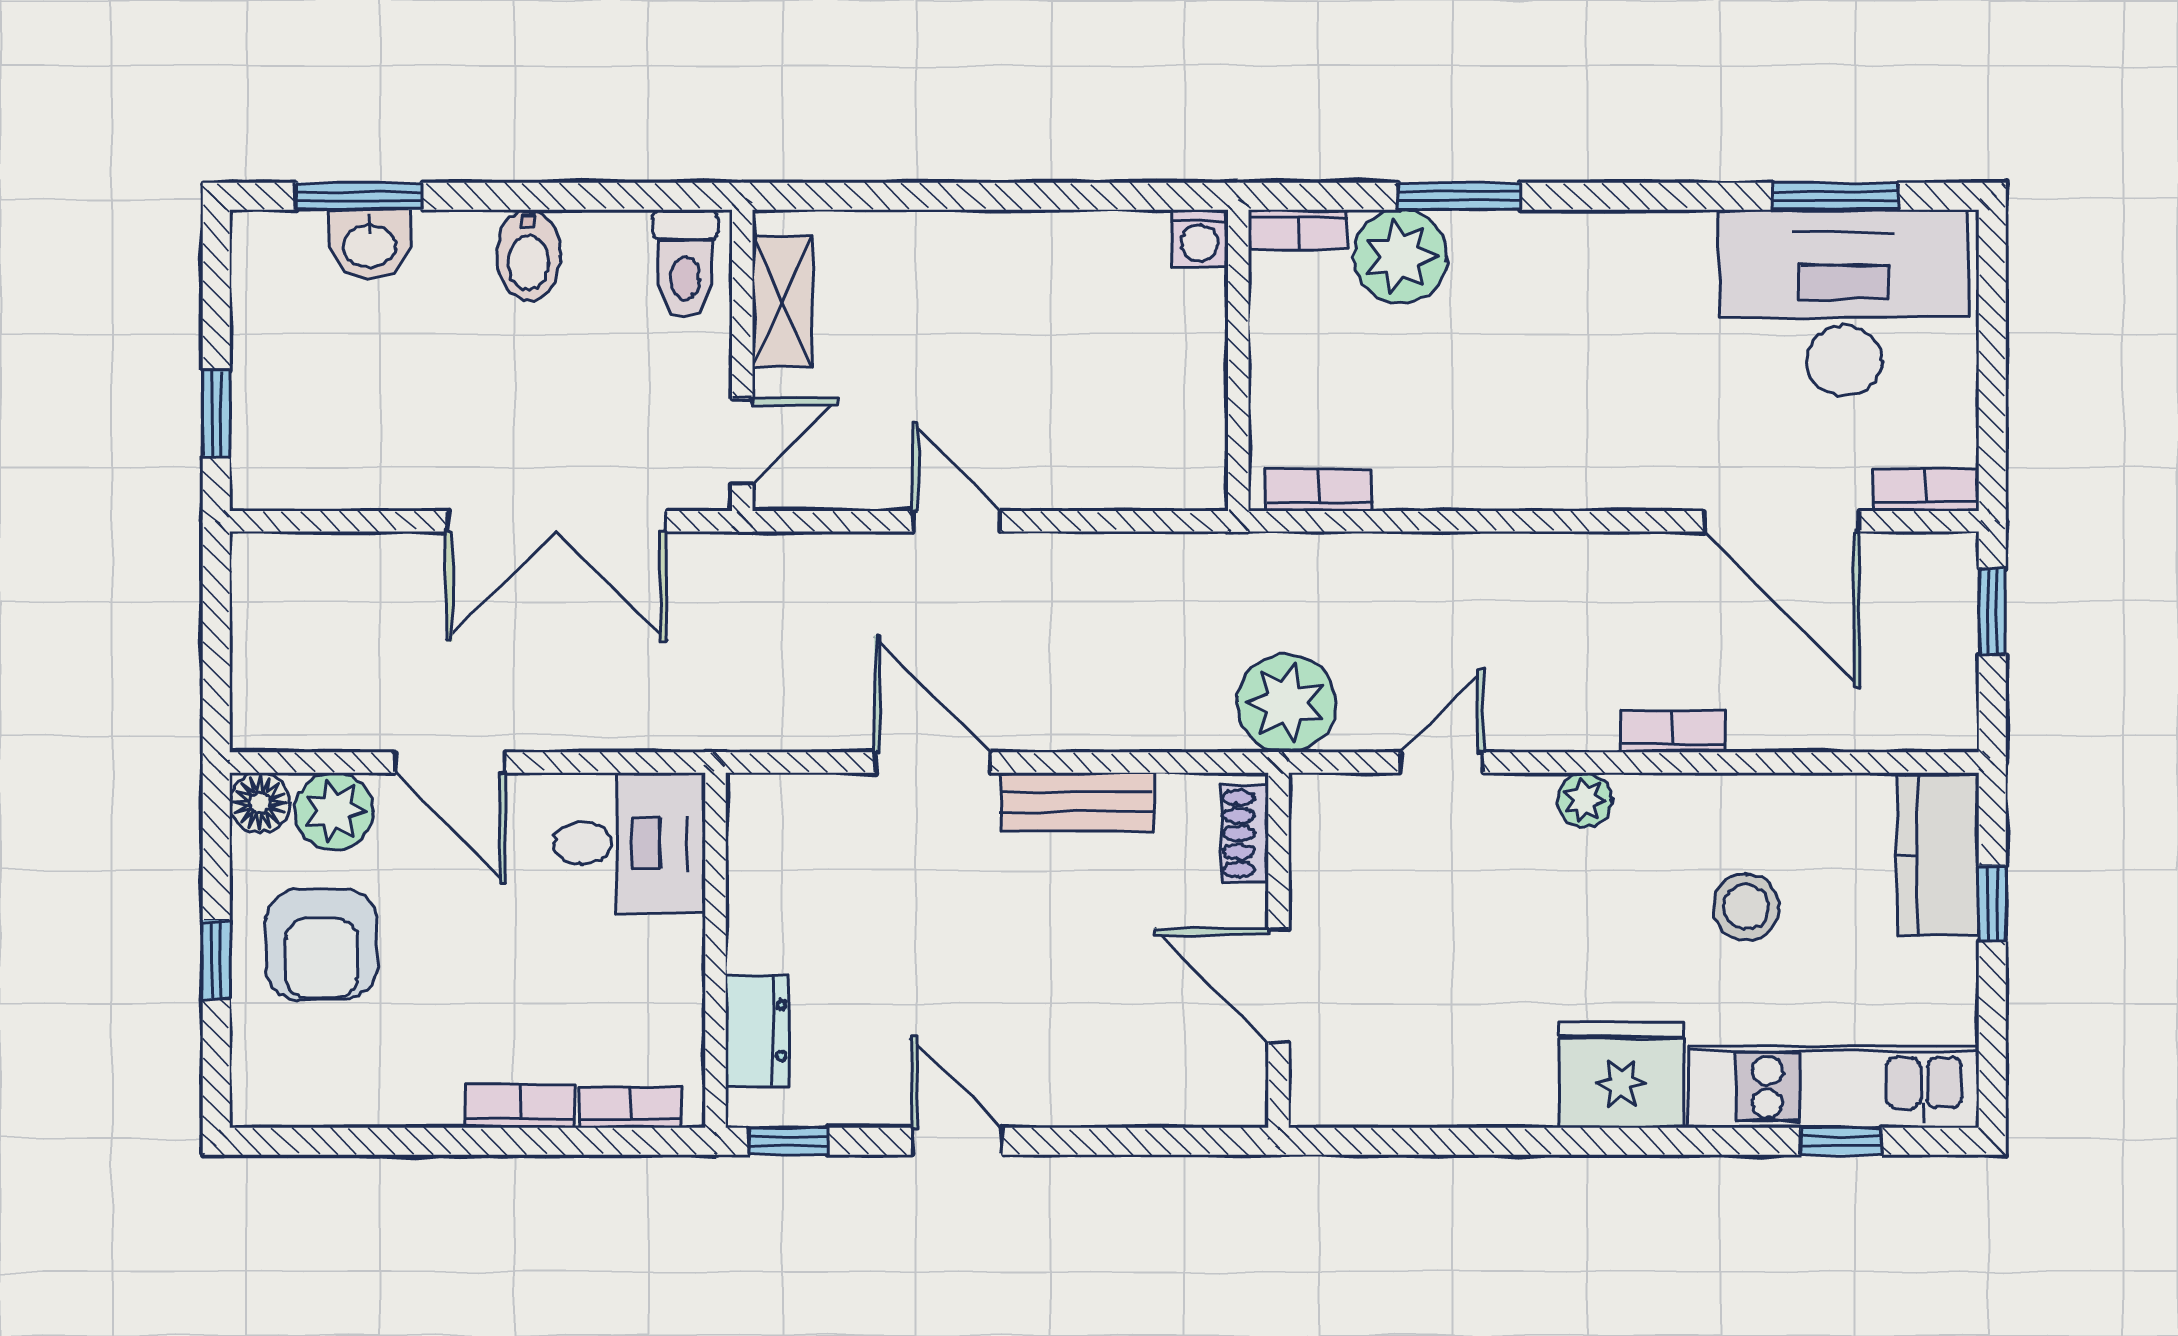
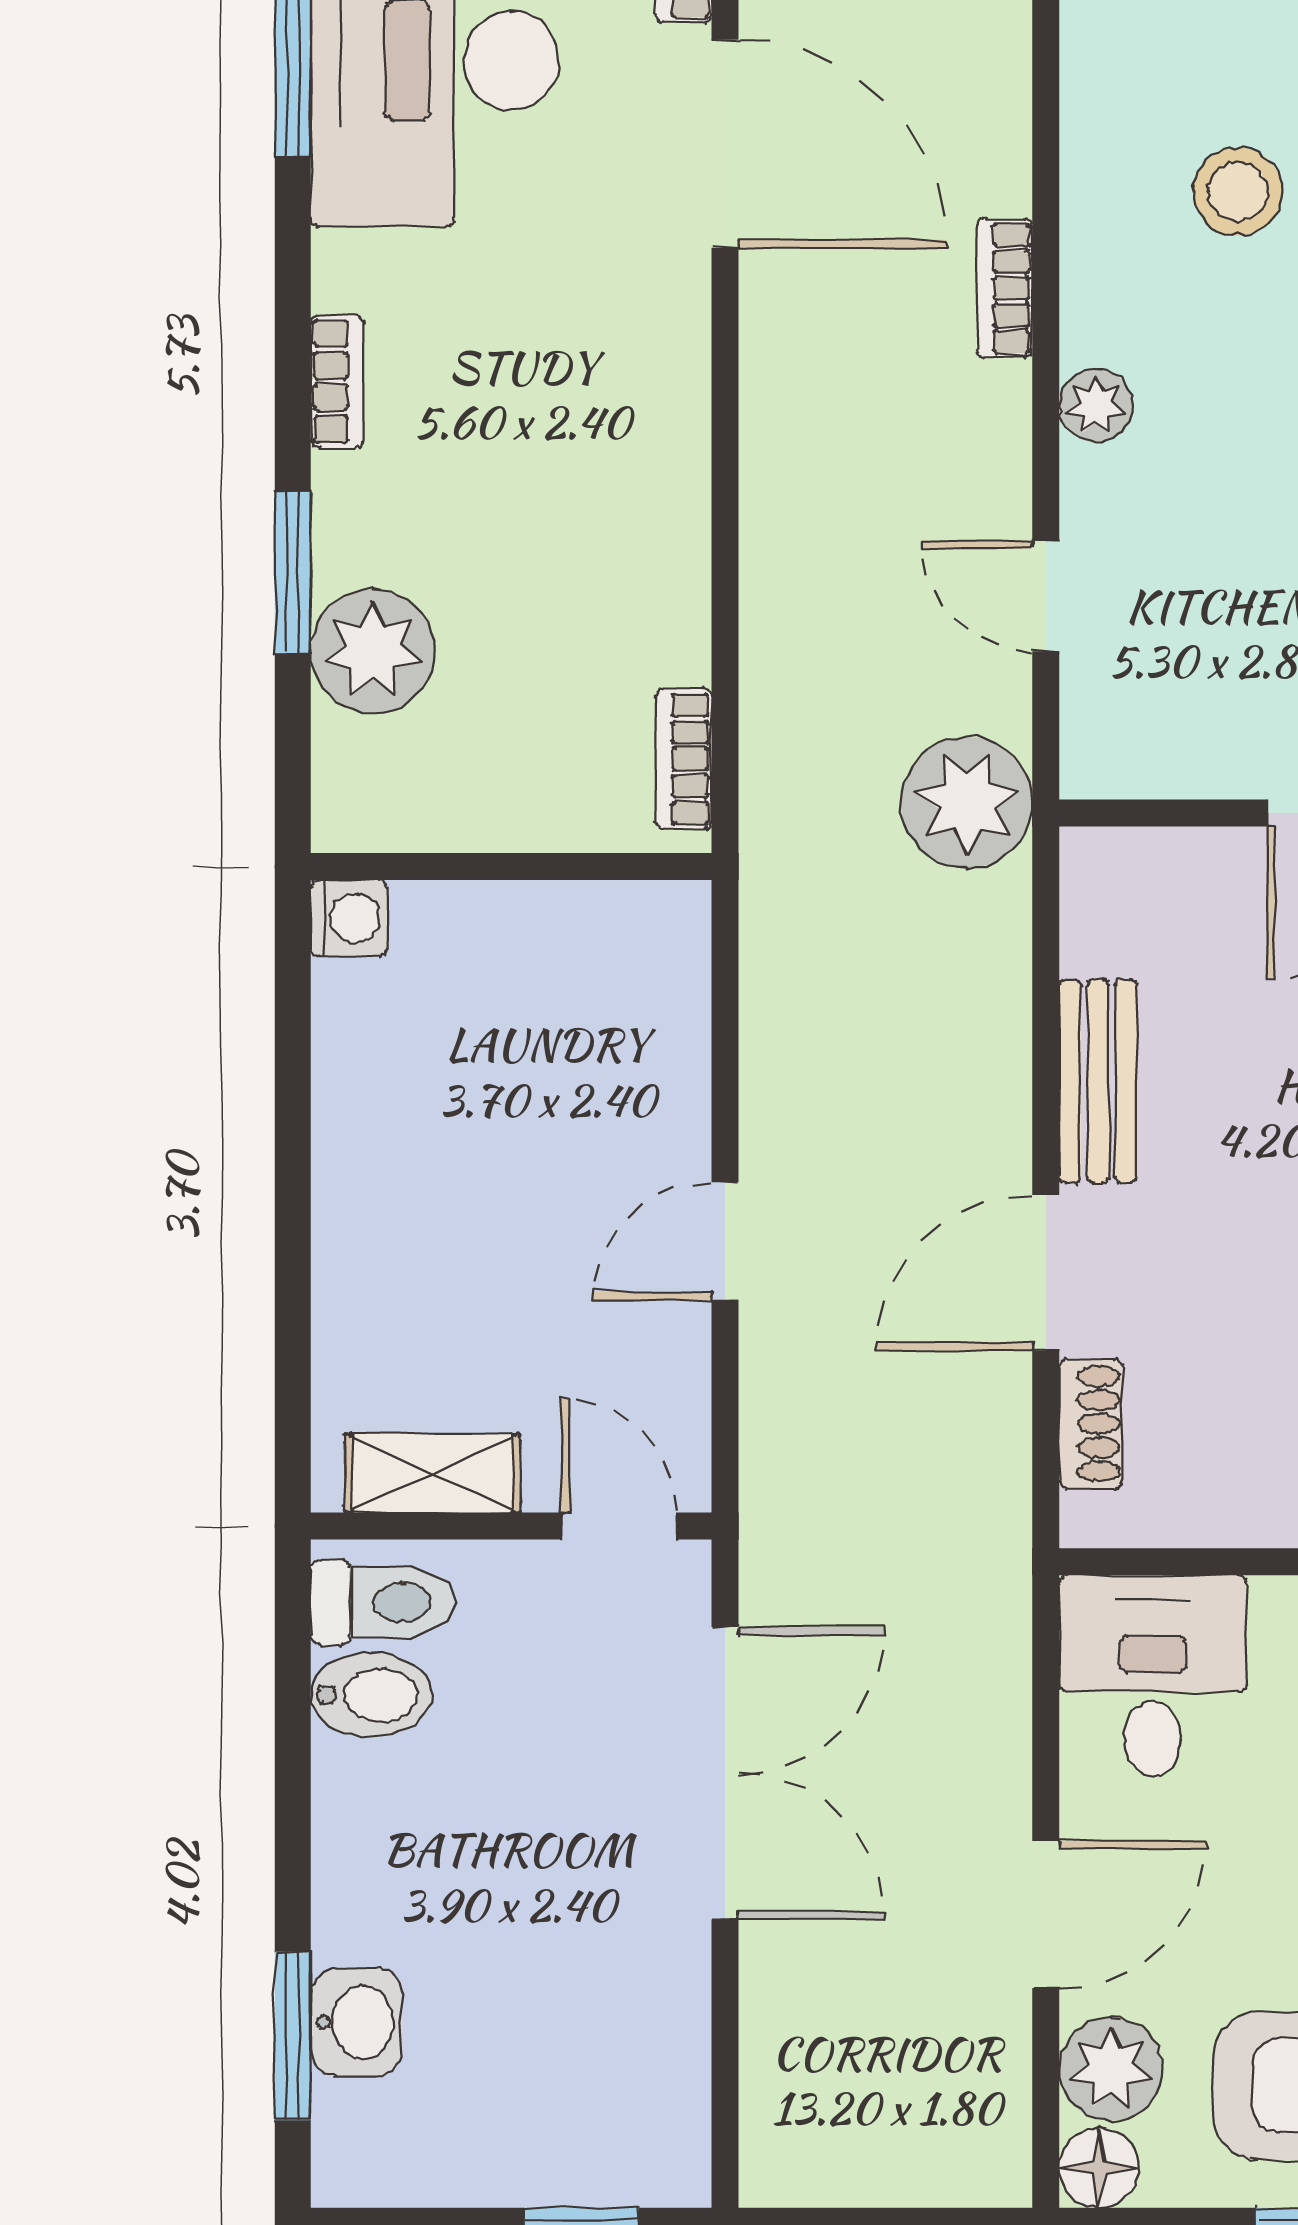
bookcase: (1298, 230) -> (337, 381), moved
bidet: (529, 255) -> (371, 1695), moved
door: (1782, 521) -> (725, 144), hinge flipped
shoe rack: (1245, 833) -> (1091, 1424), moved, turned -90

